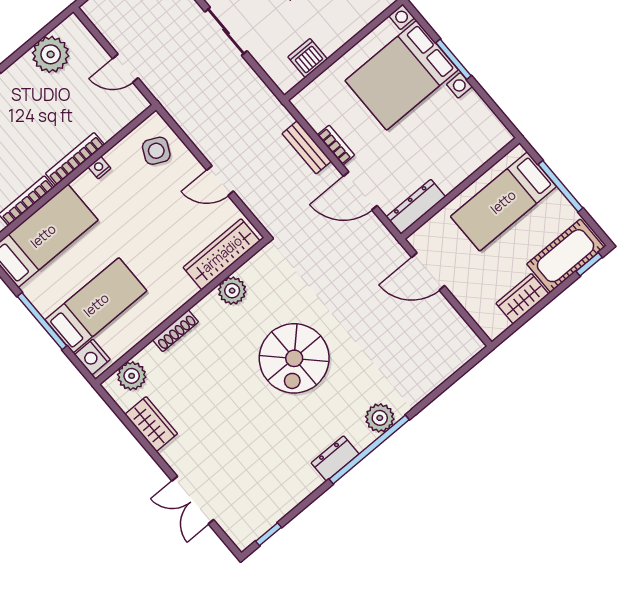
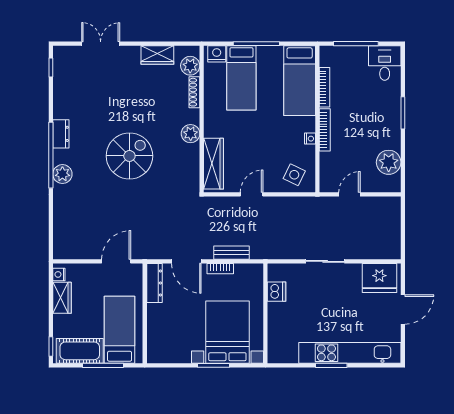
door: (360, 191) -> (186, 261), swing flipped
cot: (565, 256) -> (80, 351), moved, turned 90
plant: (232, 291) -> (191, 134), moved
nightstand: (499, 325) -> (59, 274), added
shoe rack: (175, 331) -> (194, 92), moved
spiral stairs: (294, 358) -> (129, 156), turned 90

